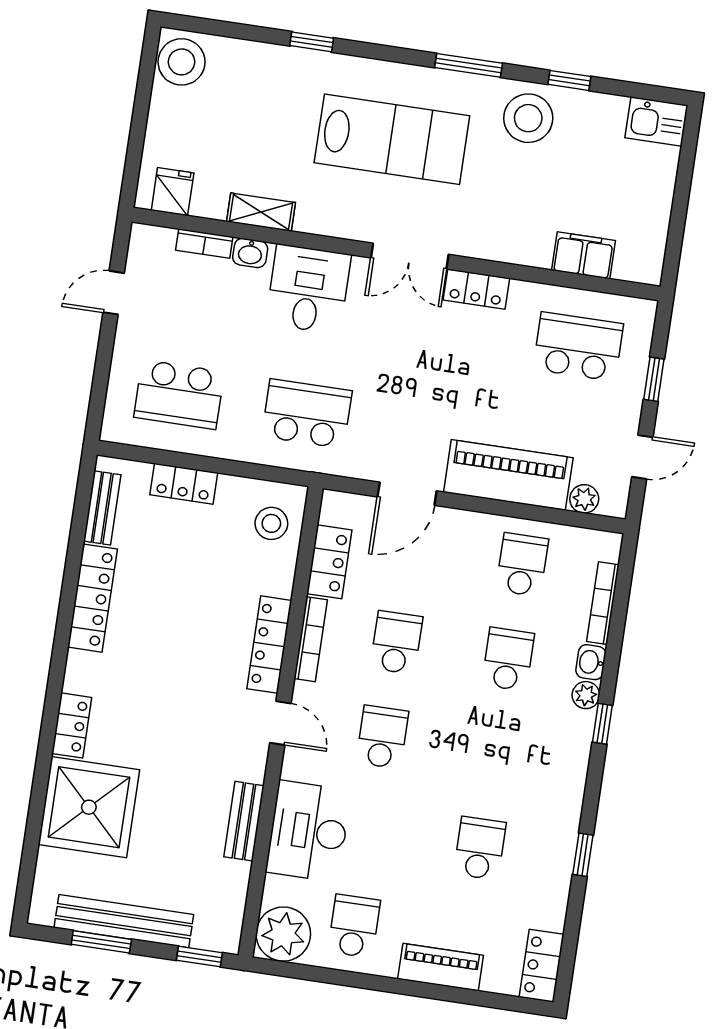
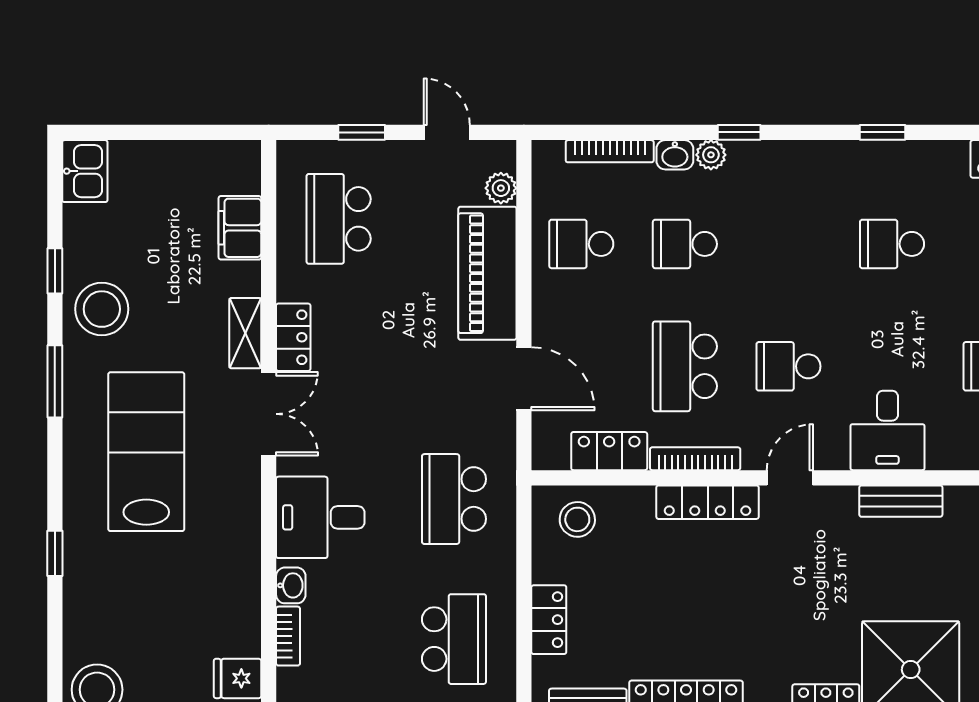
shelving: (261, 212) -> (245, 333), moved
school desk: (396, 642) -> (685, 366), width x1.85
desk: (308, 831) -> (888, 430), width x0.73

